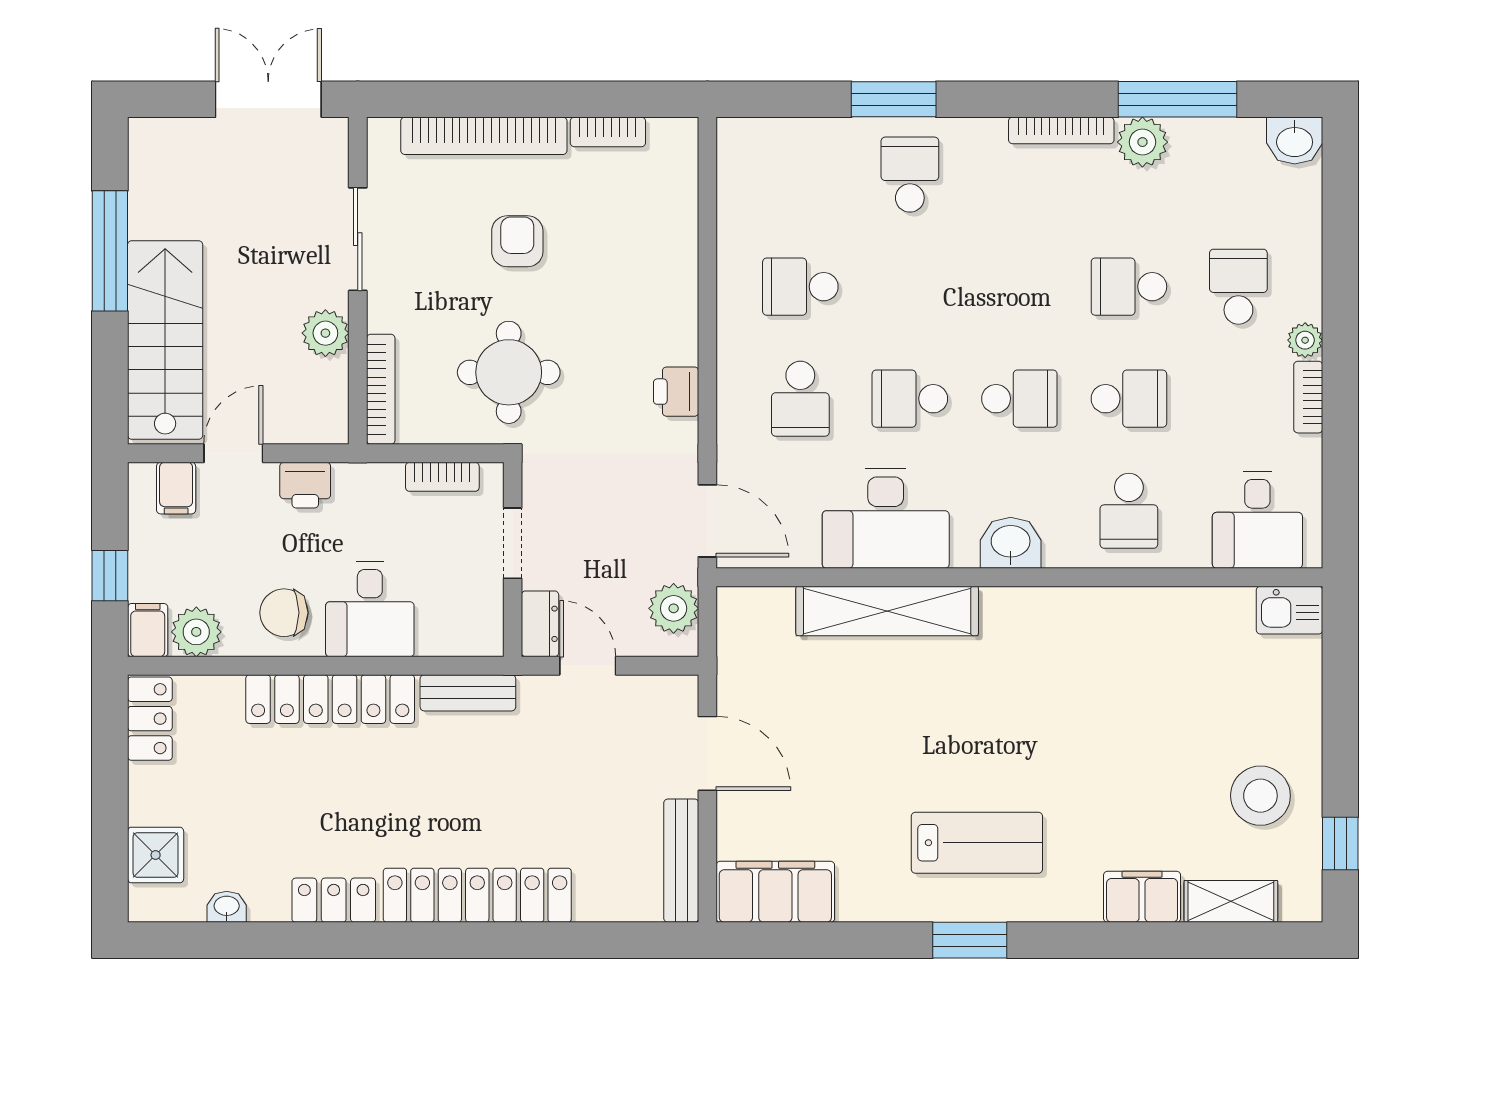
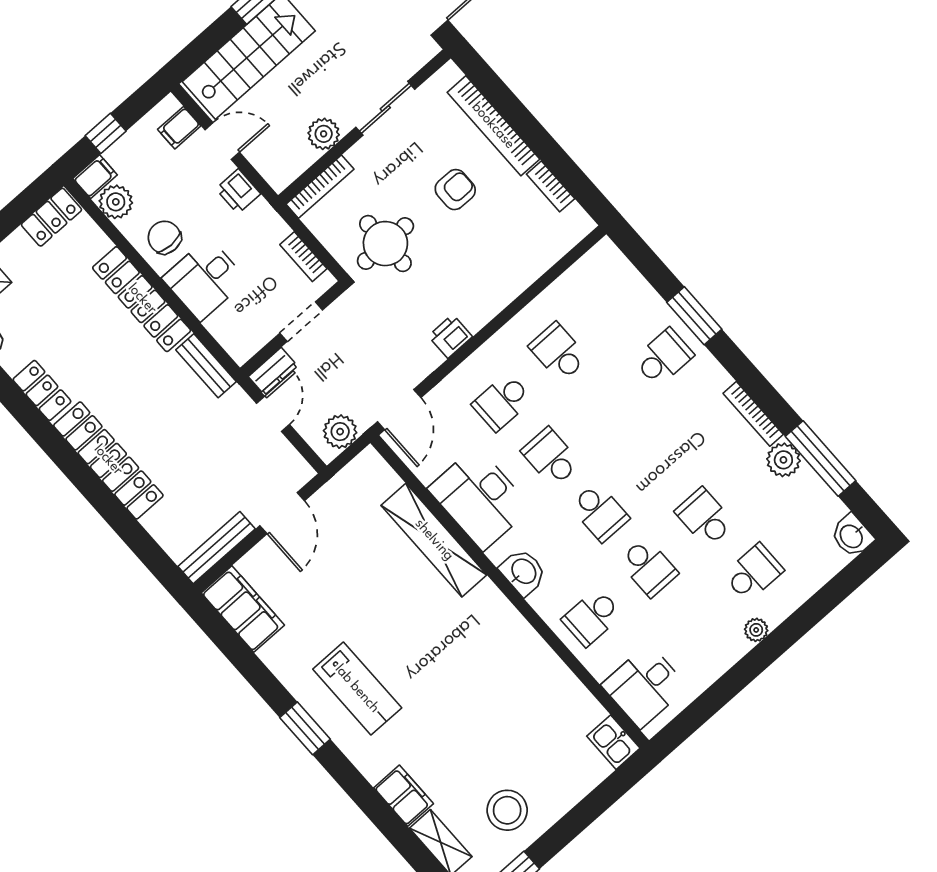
bookcase: (1308, 397) -> (729, 657), removed

